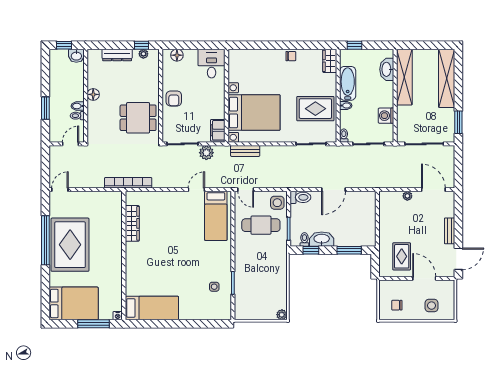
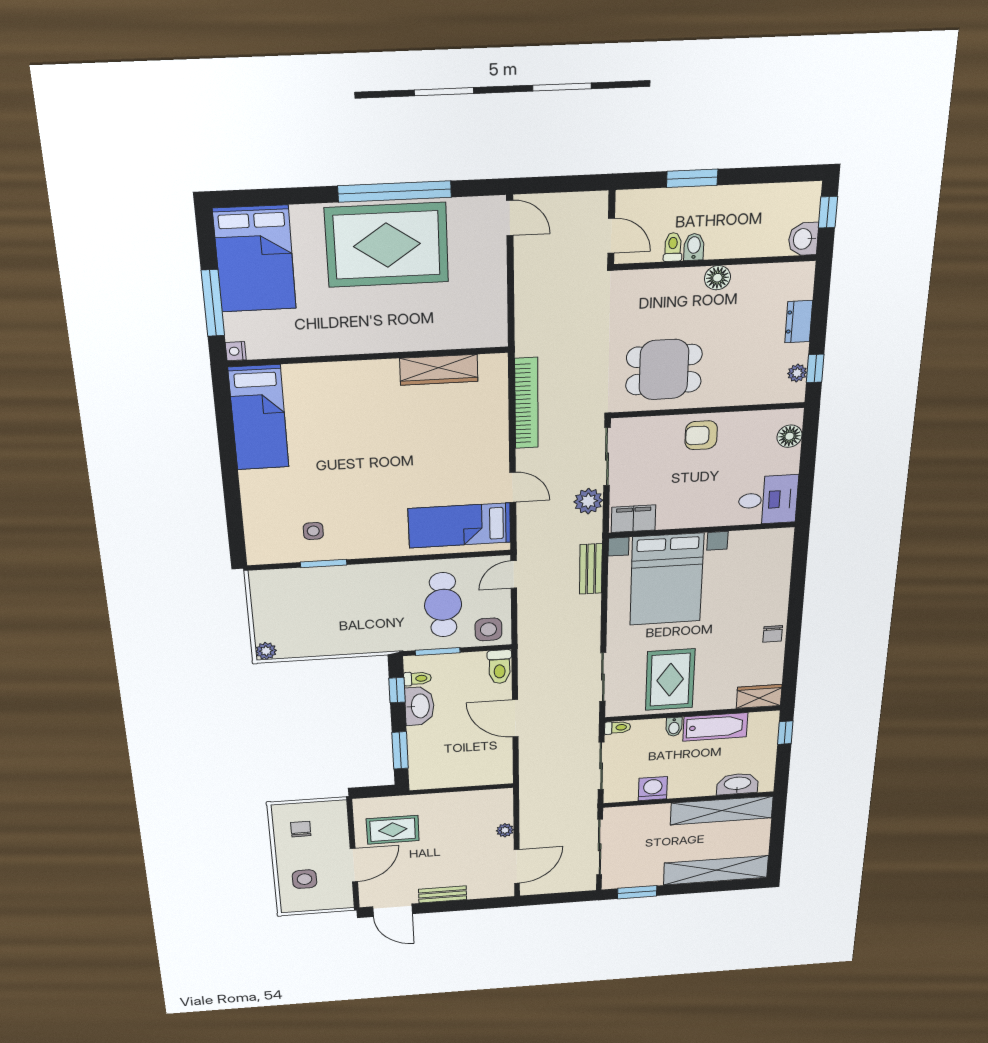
dresser: (117, 55) -> (799, 322), width x0.70
dining table: (138, 118) -> (664, 370), turned 90
bookcase: (128, 183) -> (526, 403), moved

